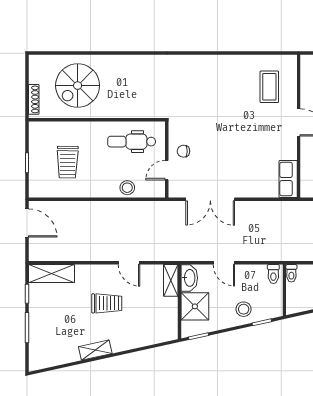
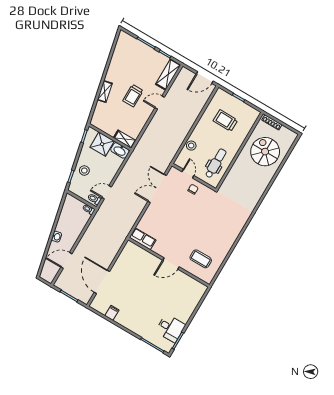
door: (129, 263) -> (160, 102), moved
door: (224, 263) -> (107, 192), moved
shelving: (95, 350) -> (105, 92), moved

